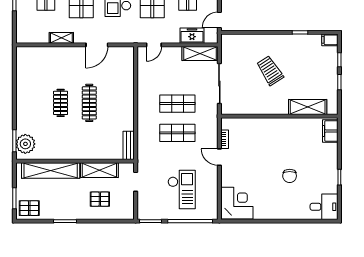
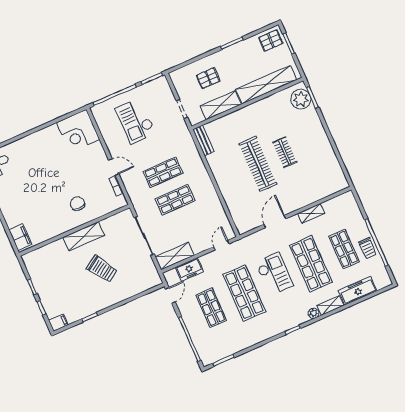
clothes rail: (89, 103) -> (258, 164), width x1.37, depth x1.31
shelving: (308, 107) -> (84, 236), moved
chair: (290, 176) -> (77, 204), moved

